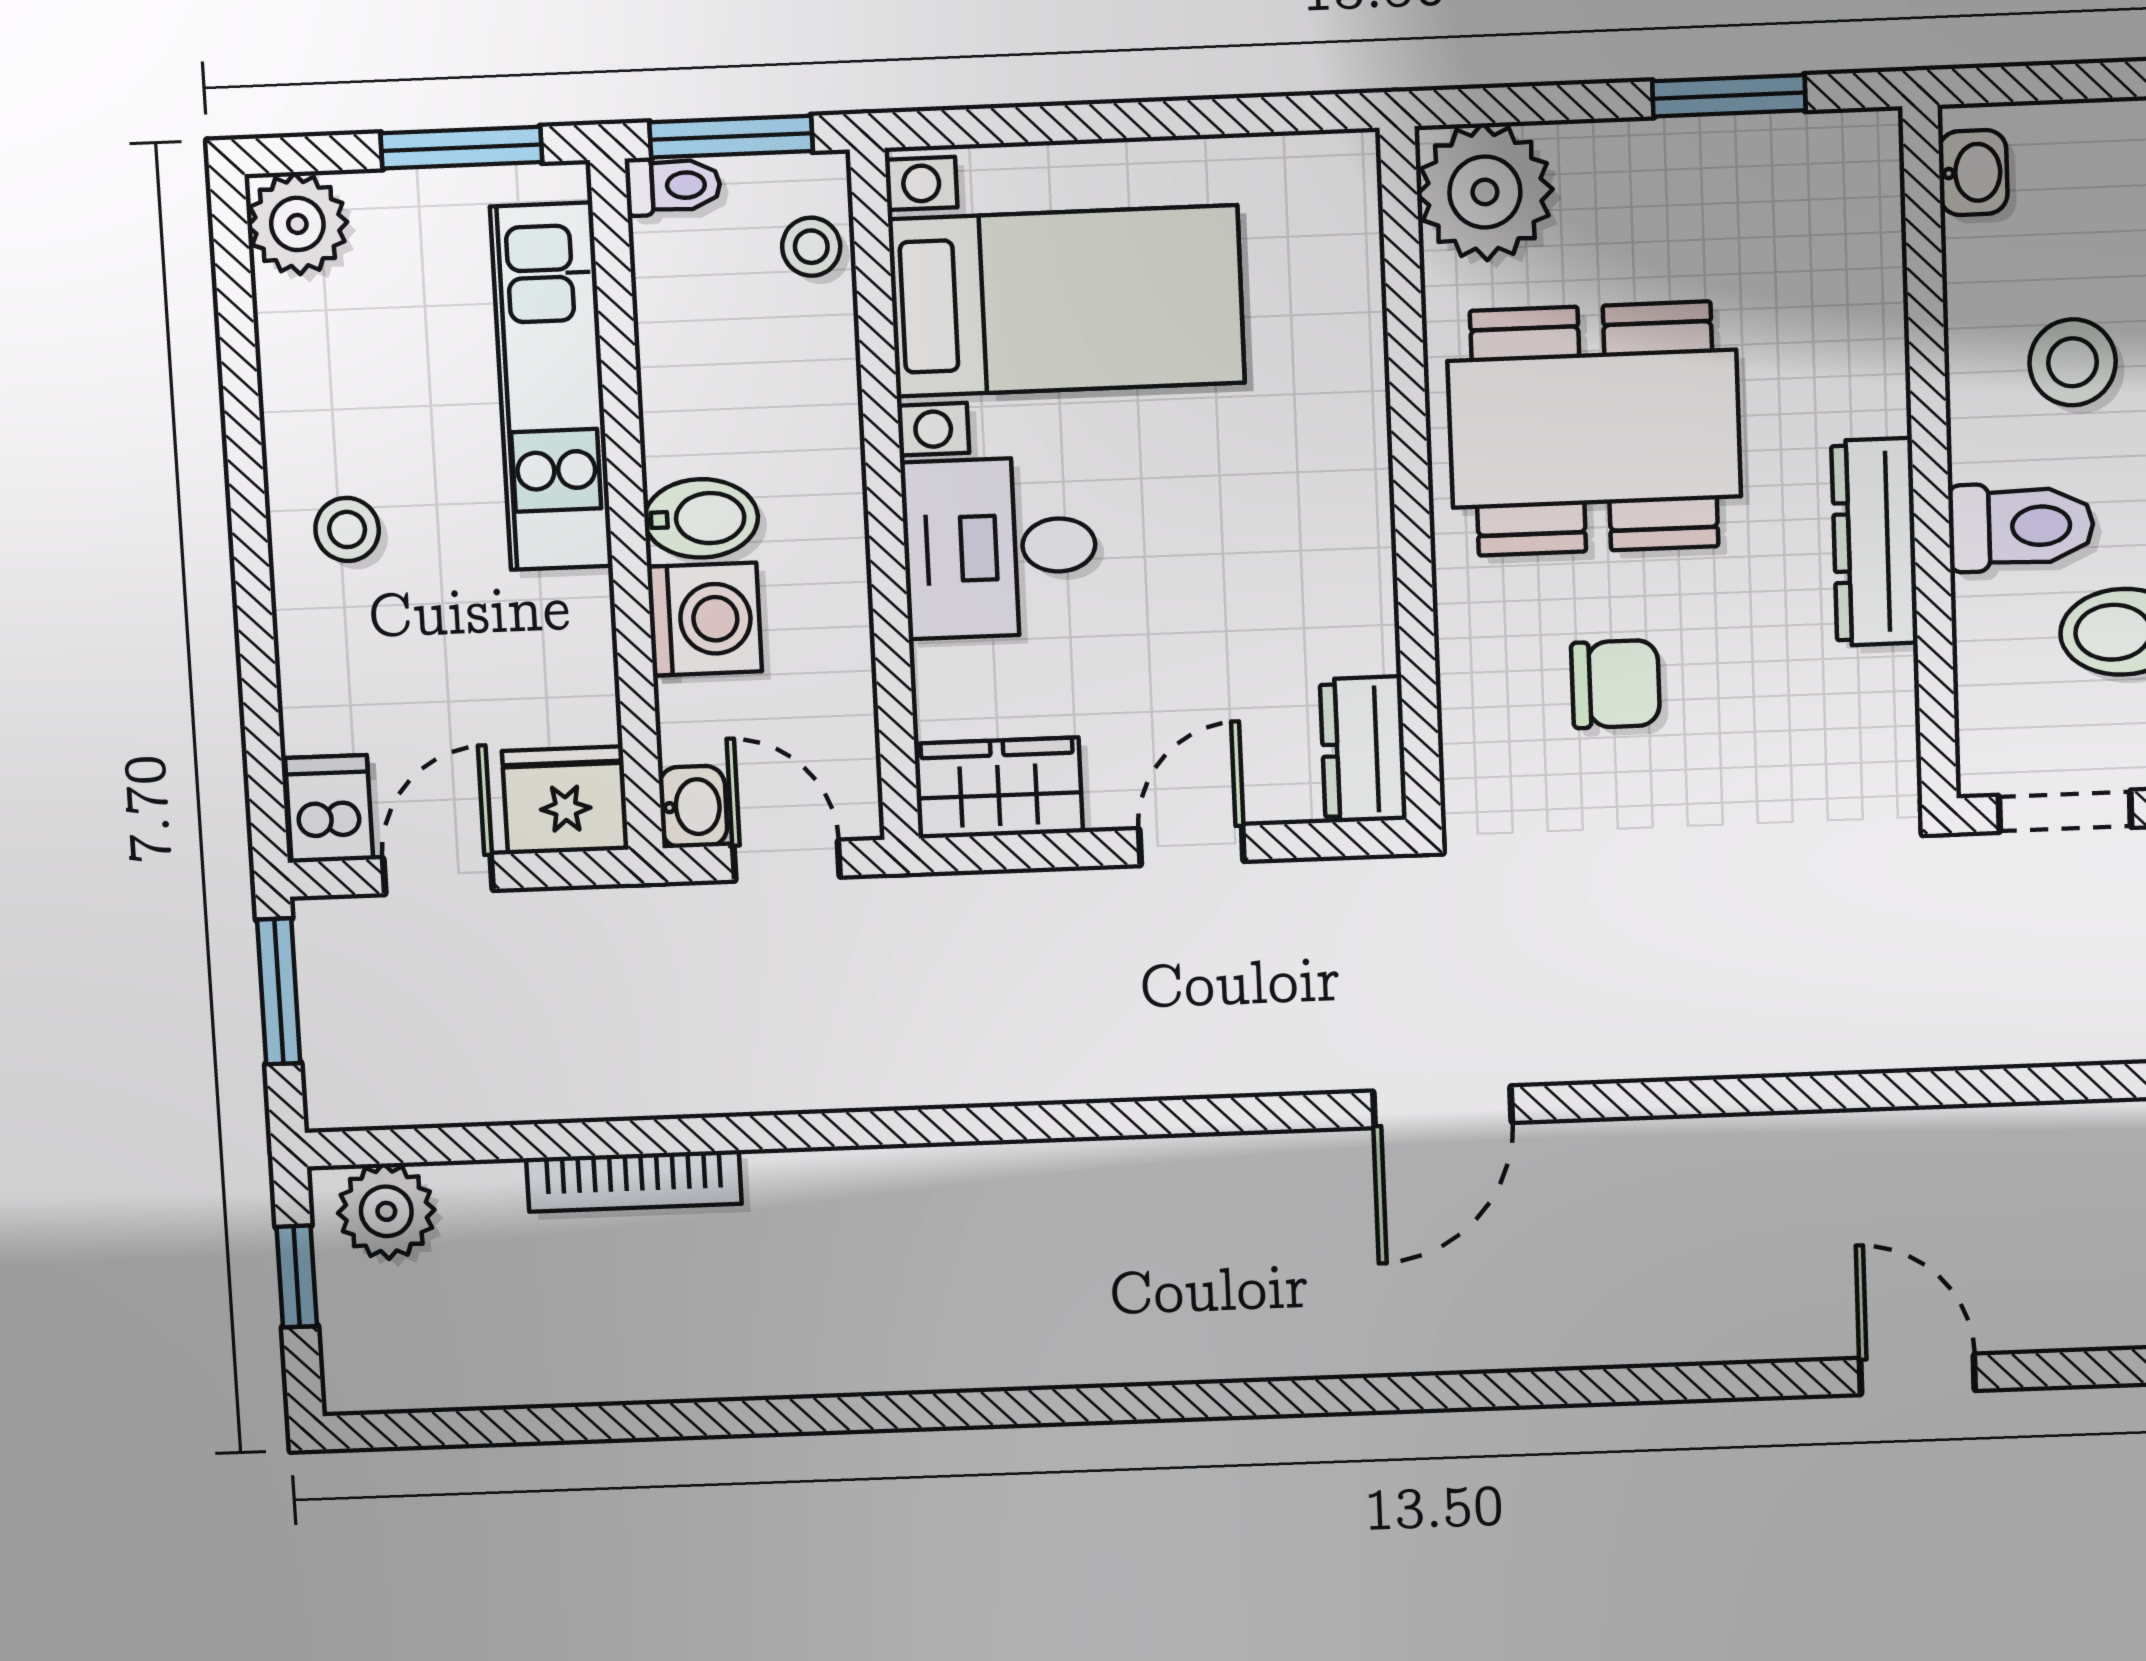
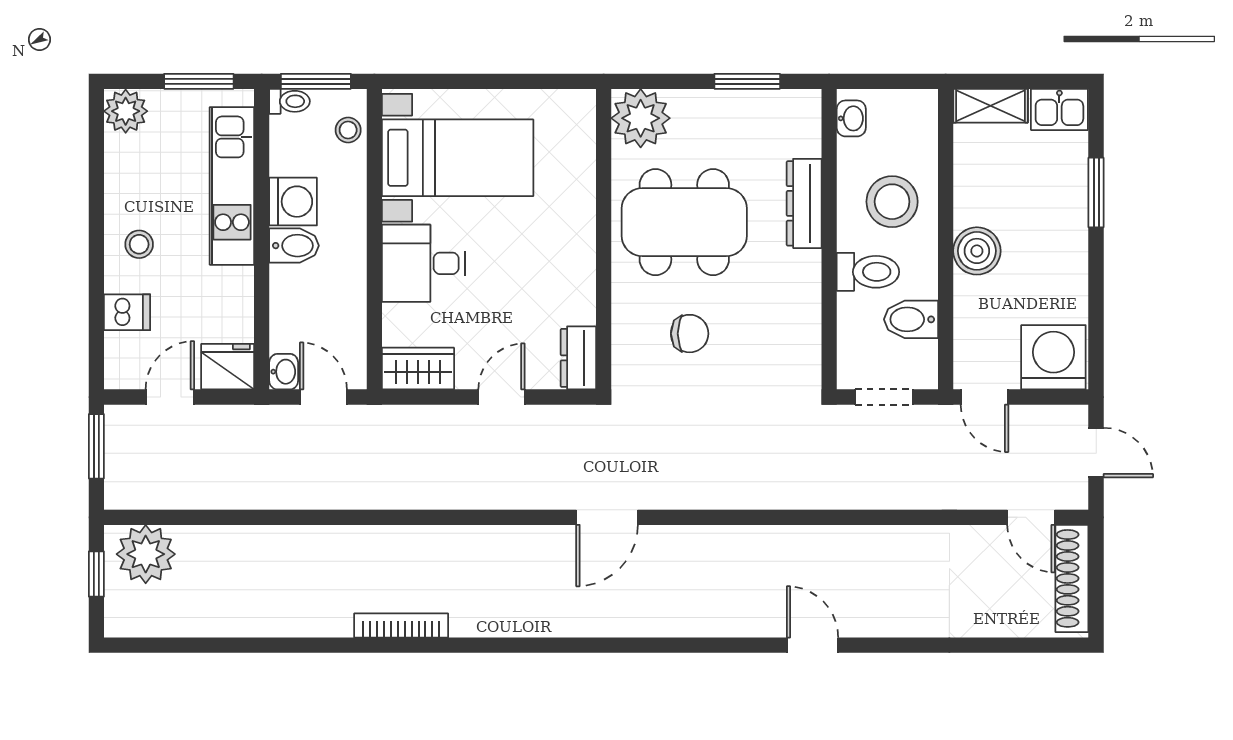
stool: (2073, 362) -> (892, 202), width x1.38, depth x1.38
dresser: (1875, 542) -> (804, 203), moved
washing machine: (705, 619) -> (293, 202), moved
dishwasher: (329, 809) -> (127, 312), moved, turned 90
bookcase: (634, 1181) -> (401, 625), moved, turned 180
plant: (386, 1211) -> (146, 554), width x1.36, depth x1.36

